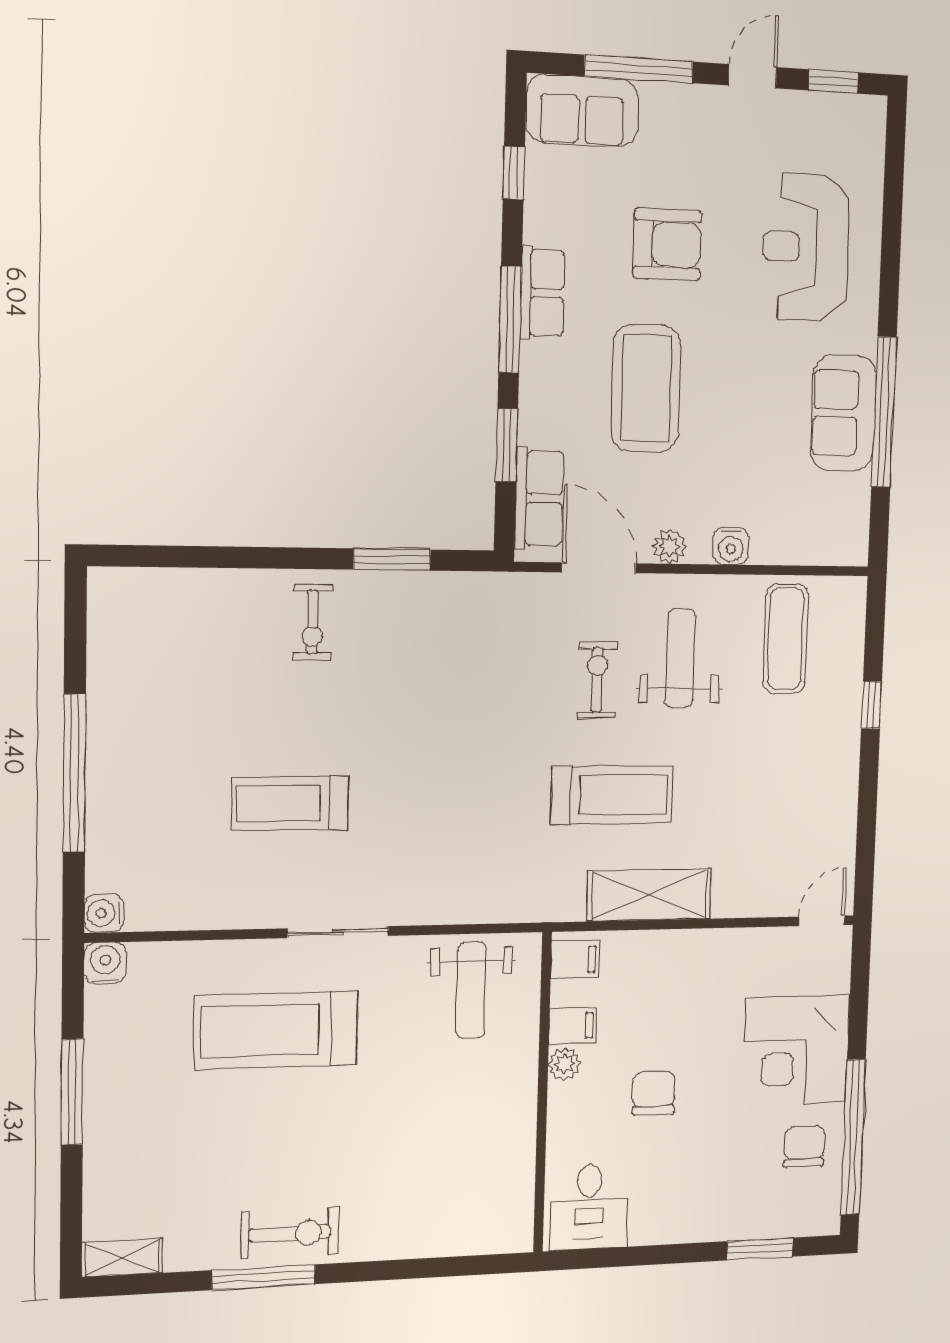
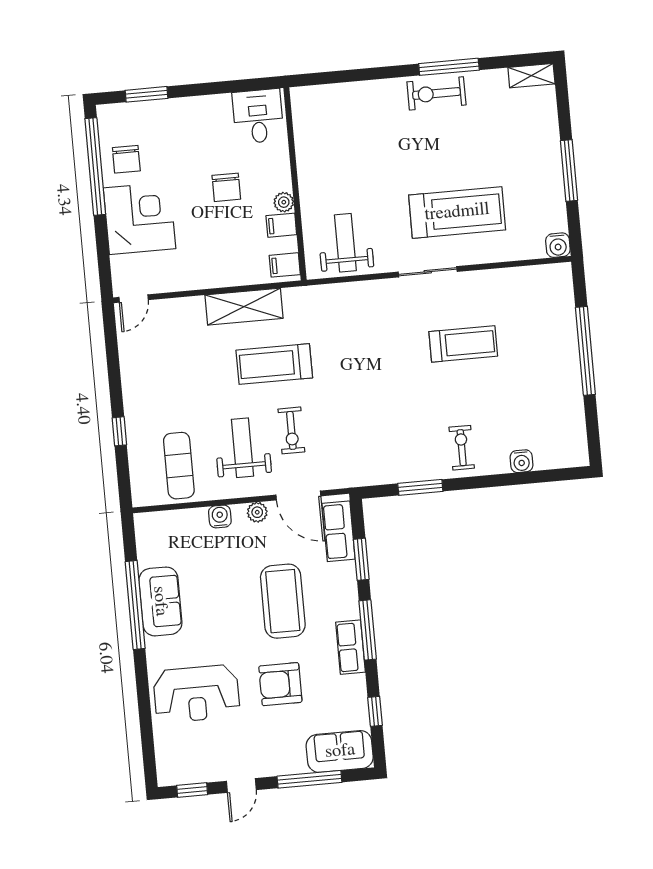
reception desk: (806, 247) -> (196, 694), turned 90
weight bench: (680, 659) -> (243, 448), turned 180
water cooler: (104, 913) -> (521, 461), moved, turned 90

